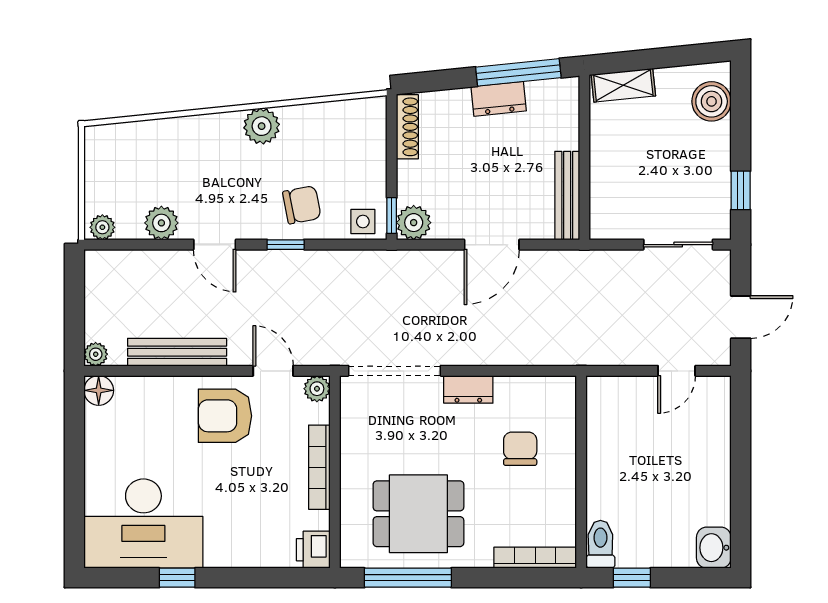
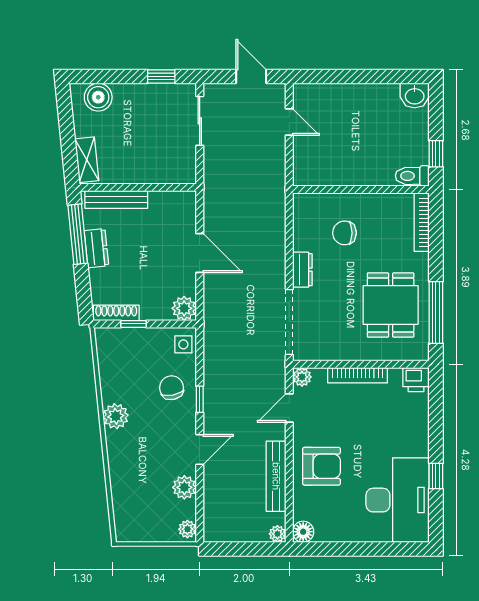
bench: (567, 196) -> (116, 200), moved
window: (392, 216) -> (134, 324), moved
armchair: (225, 416) -> (321, 466), moved, turned -90

